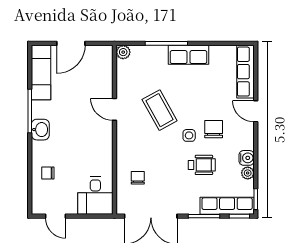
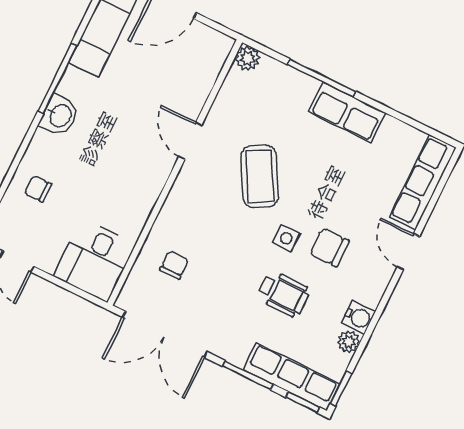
chair: (214, 129) -> (329, 247), turned -90

